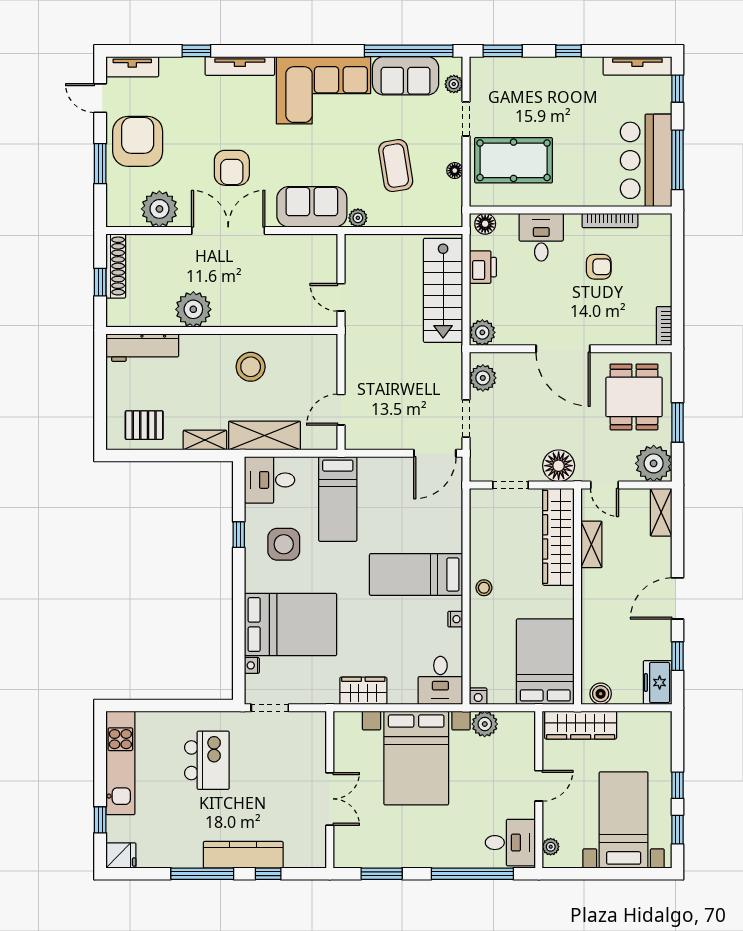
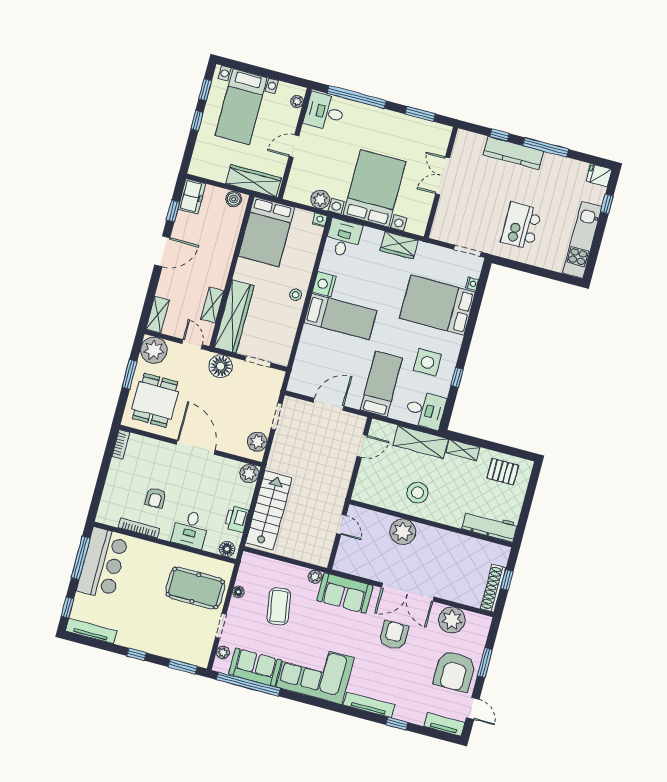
armchair: (599, 267) -> (156, 498), turned -90
plant: (193, 309) -> (403, 532), moved
door: (435, 453) -> (329, 404), moved
nightstand: (455, 619) -> (324, 284), width x1.89, depth x1.79

